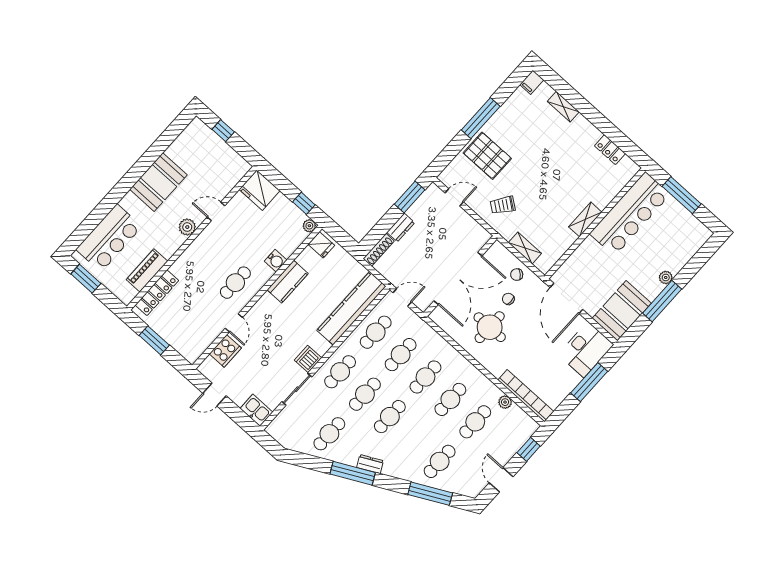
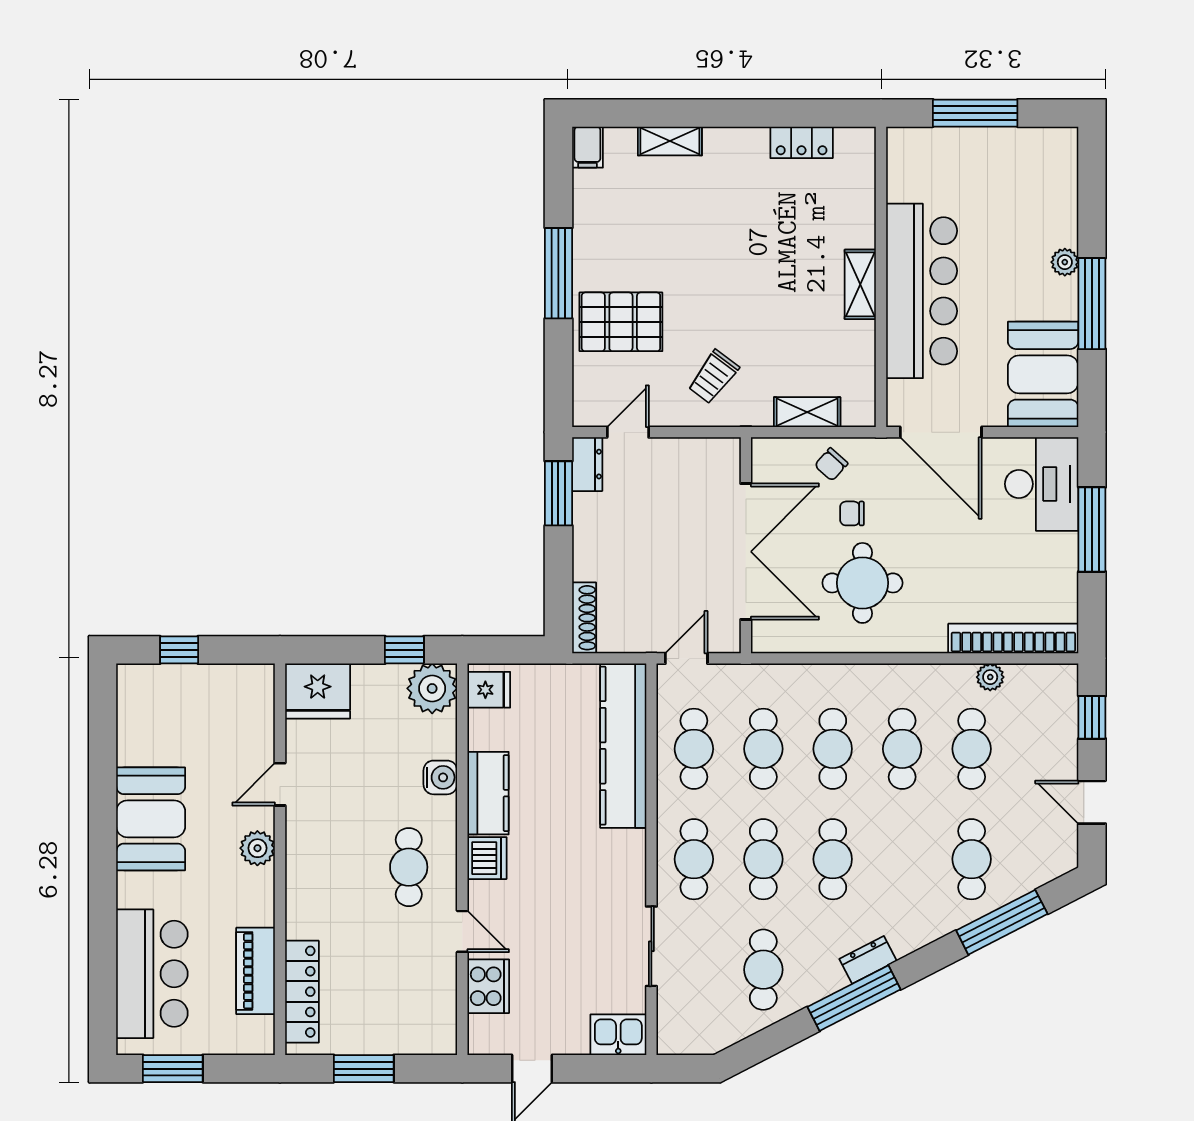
bar counter: (630, 214) -> (922, 291), moved
plant: (309, 226) -> (432, 688), width x1.87, depth x1.87
dresser: (401, 228) -> (587, 464), moved
dishwasher: (308, 359) -> (487, 858), moved, turned 180

